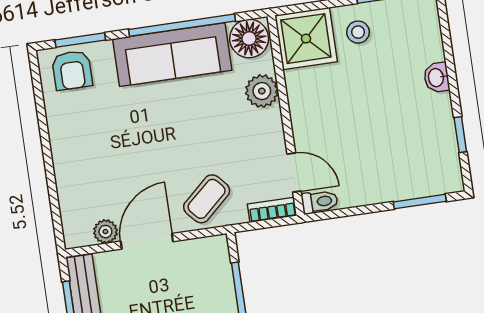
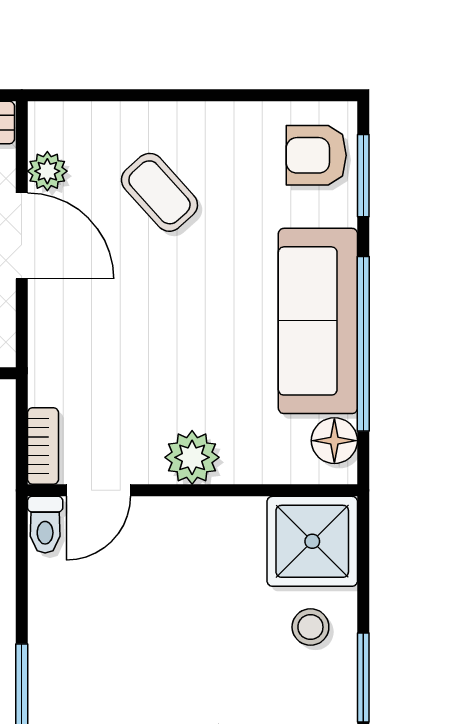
floor lamp: (249, 39) -> (334, 441), width x0.73, depth x0.73
plant: (262, 91) -> (192, 457), moved
coffee table: (207, 199) -> (159, 192), moved

